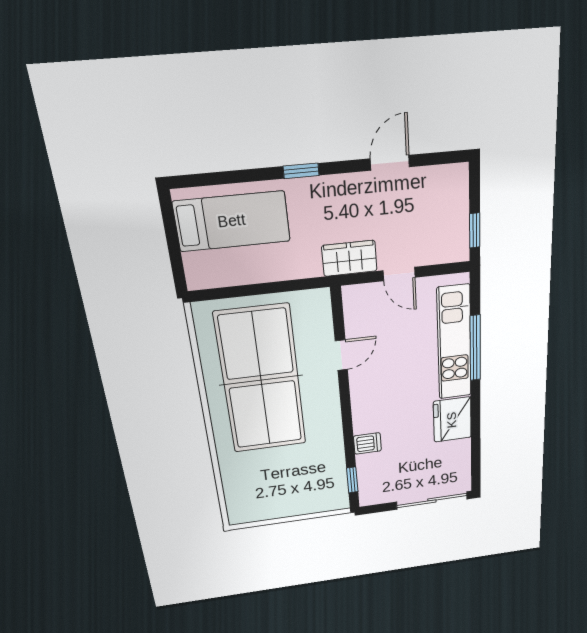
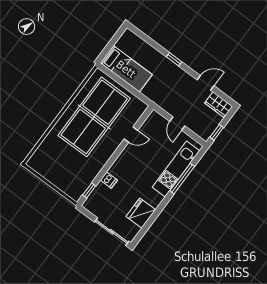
bed: (232, 221) -> (126, 69), moved
wardrobe: (349, 258) -> (219, 105), moved, turned 180
fridge: (452, 420) -> (141, 213), moved

